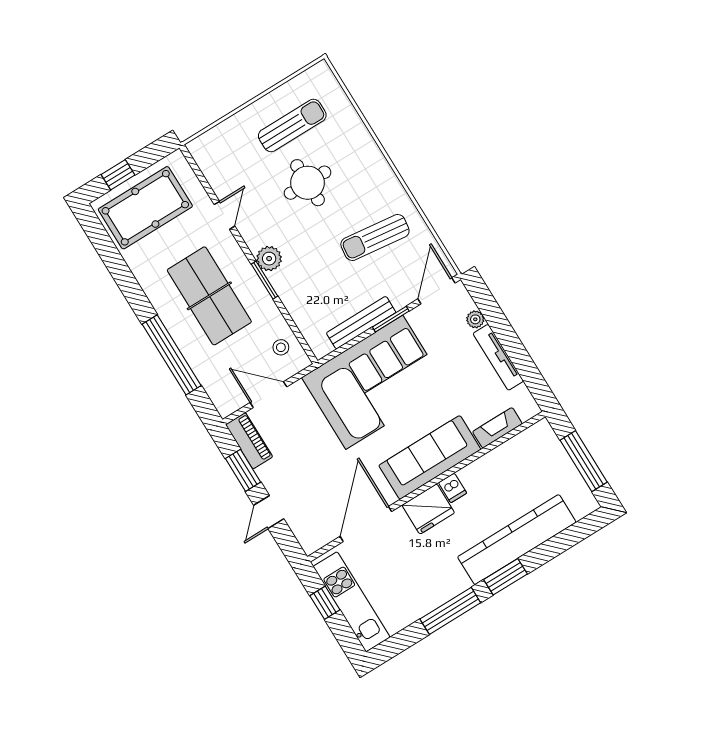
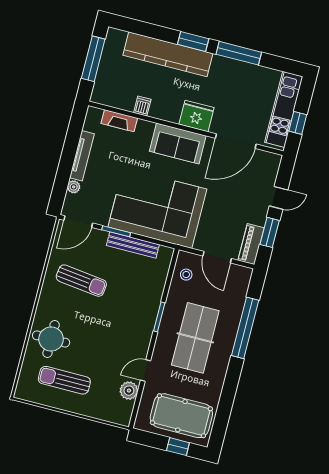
round table: (308, 183) -> (51, 339), moved
plant: (269, 259) -> (129, 391), moved
sofa: (430, 457) -> (178, 143), width x0.73
dishwasher: (452, 488) -> (142, 106), moved

